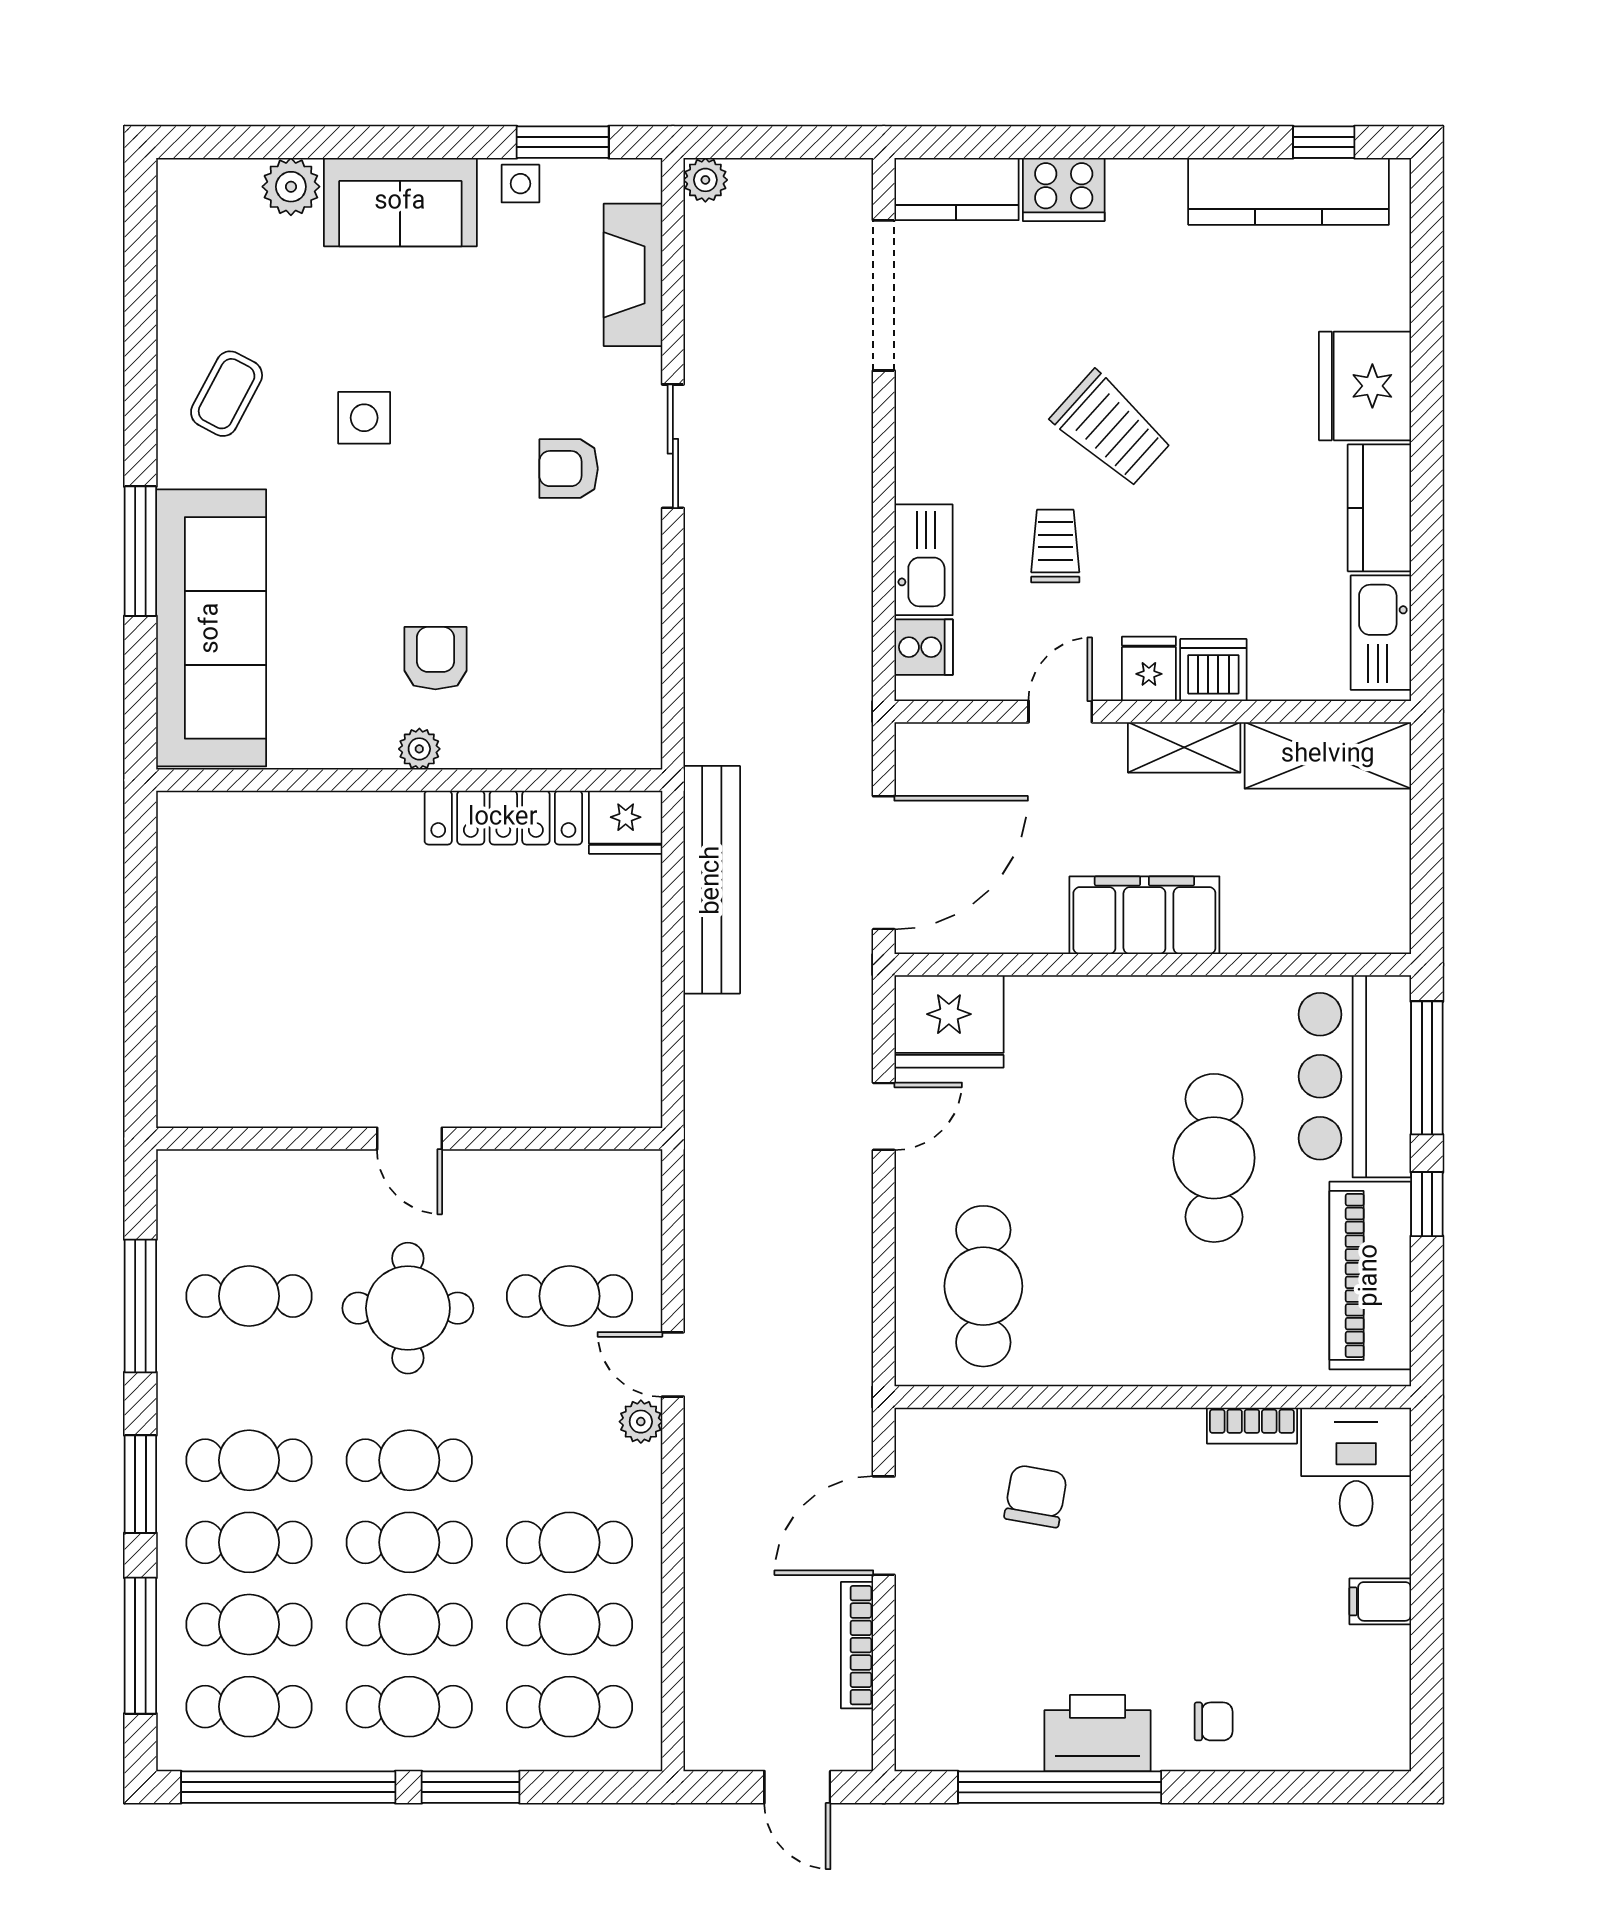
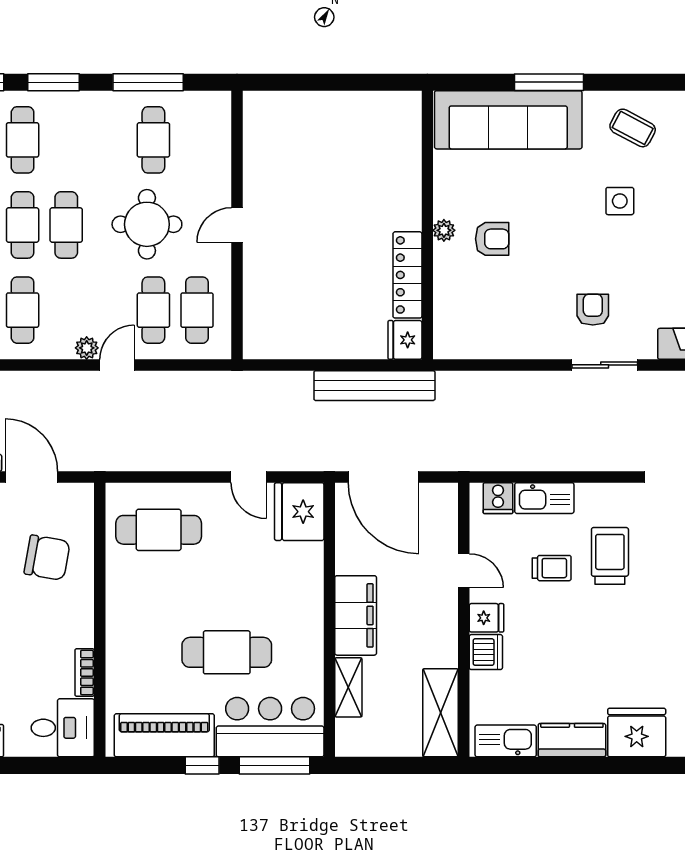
trolley: (1111, 429) -> (610, 556), moved, turned 138
shelving: (1184, 747) -> (348, 687), moved
cafe table: (249, 1460) -> (197, 310), moved
chair: (1036, 1496) -> (47, 558), width x1.37, depth x1.37

